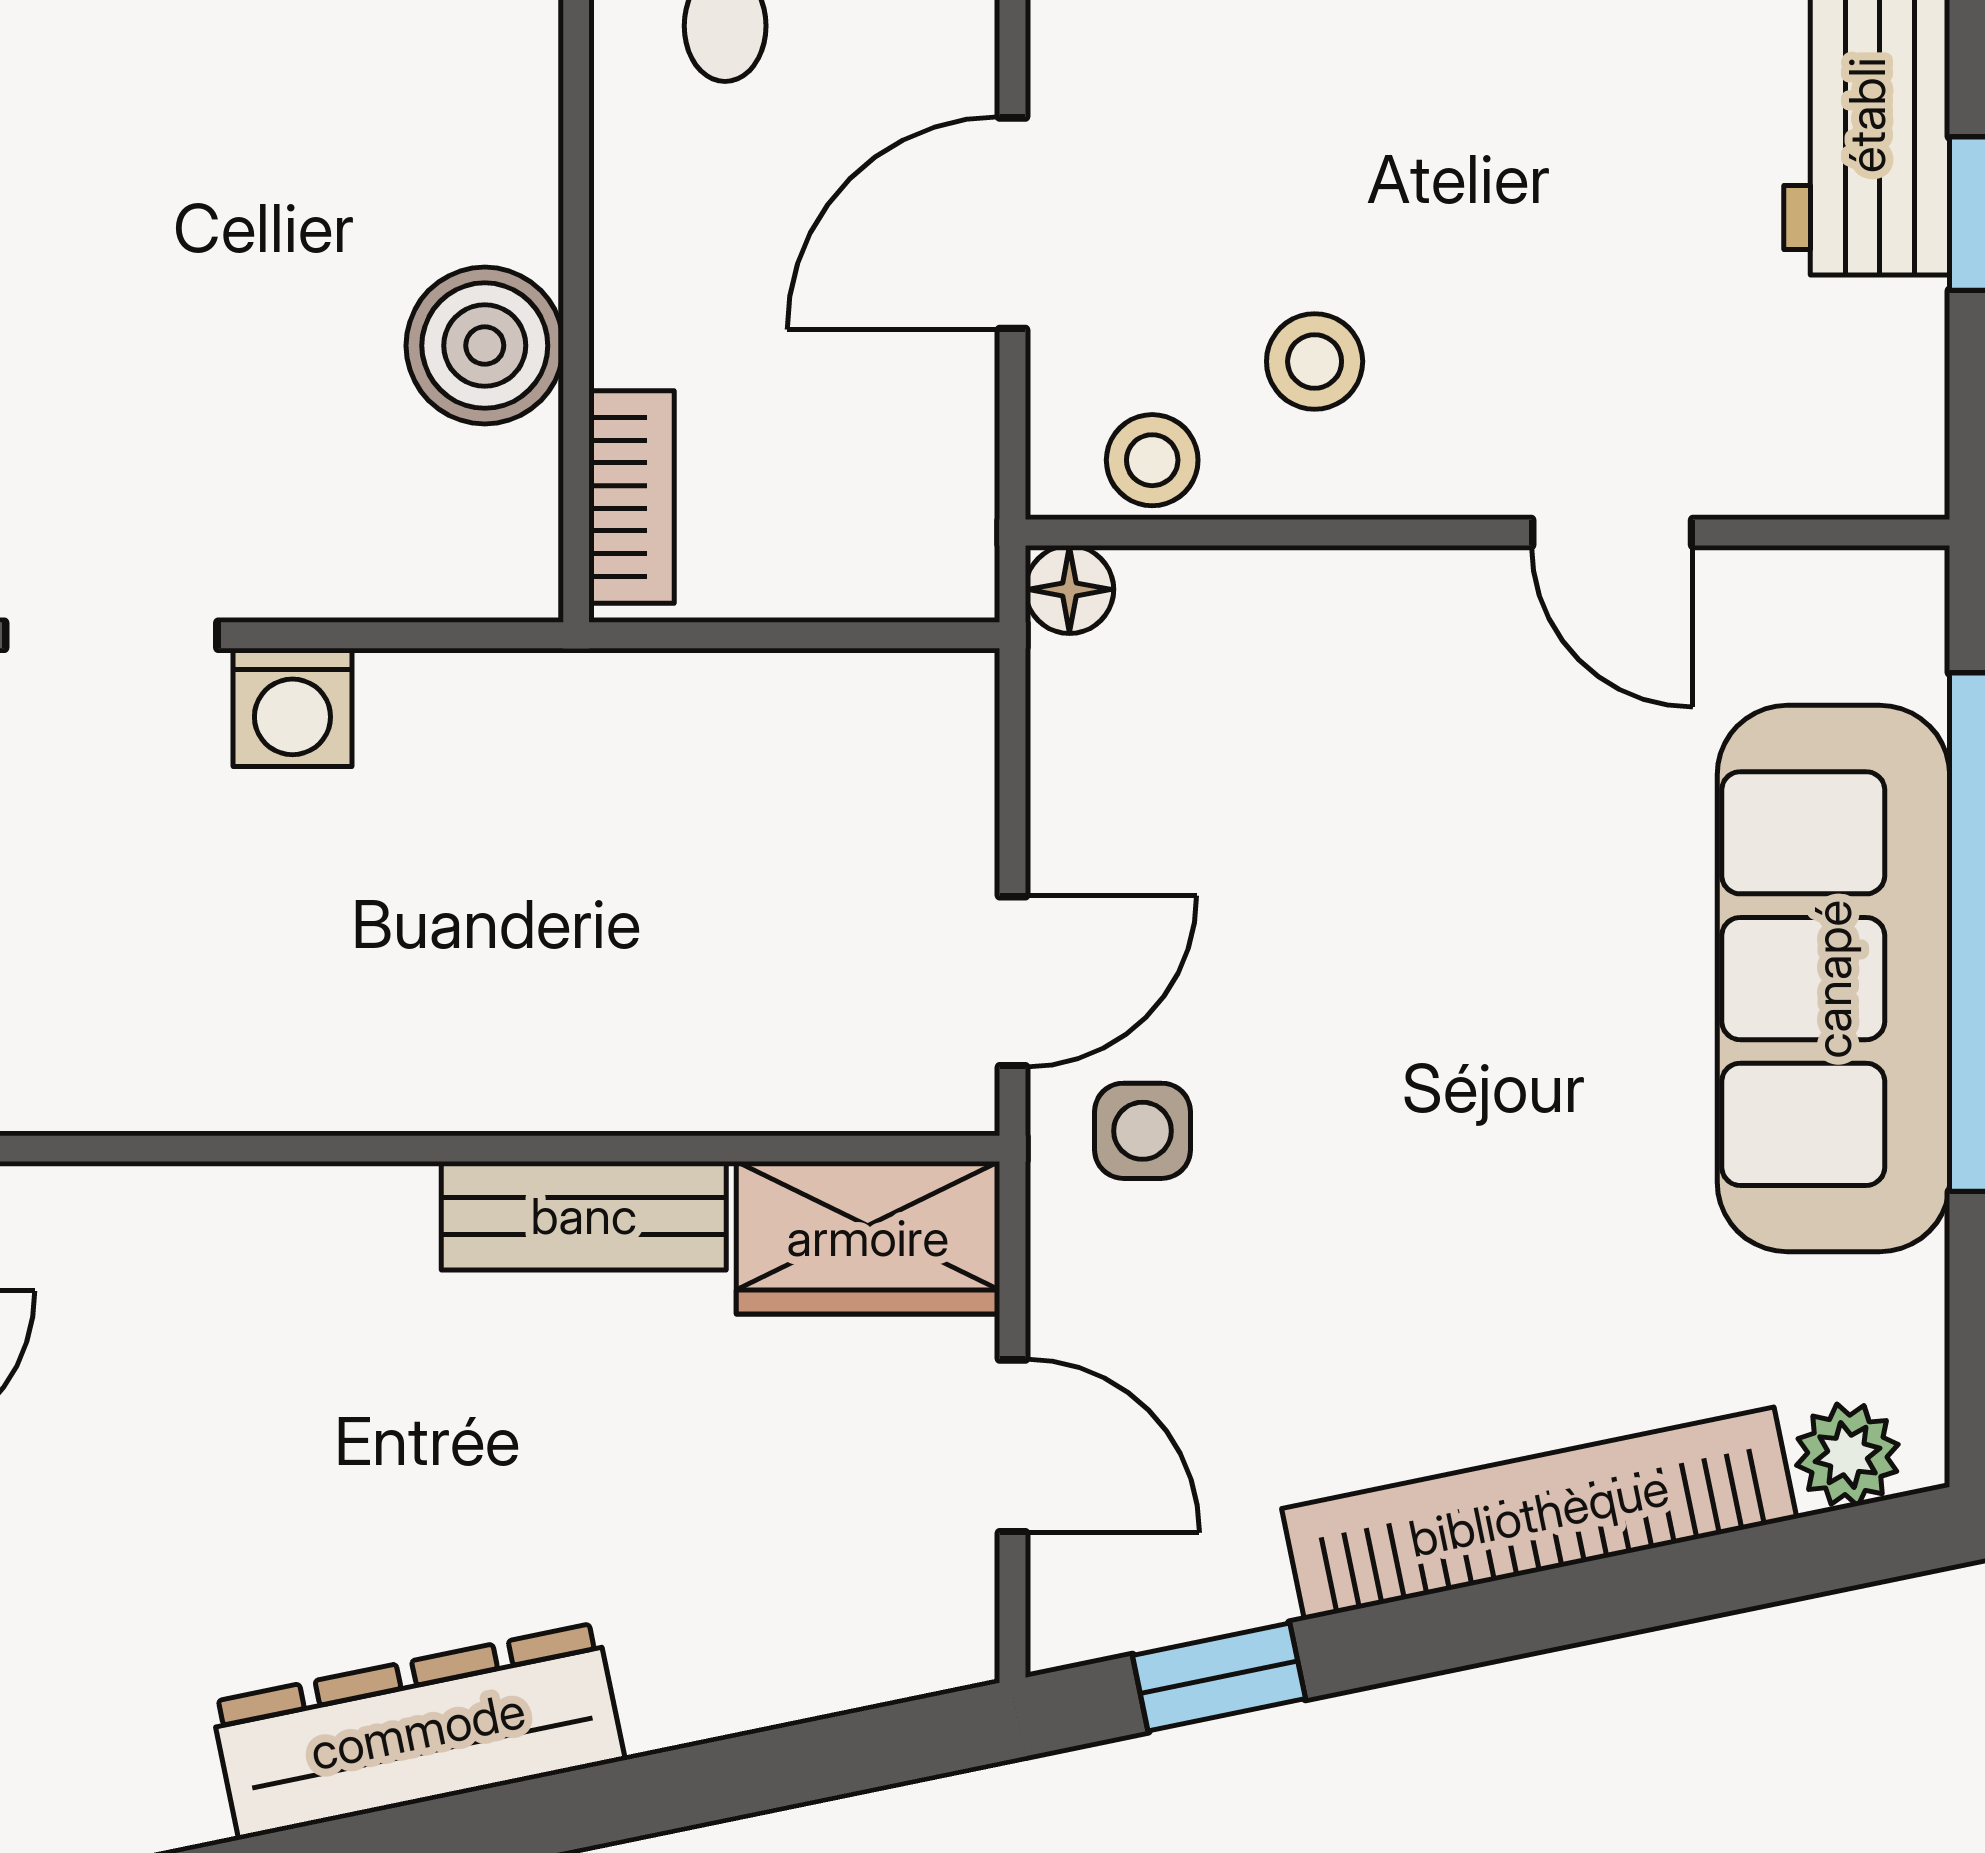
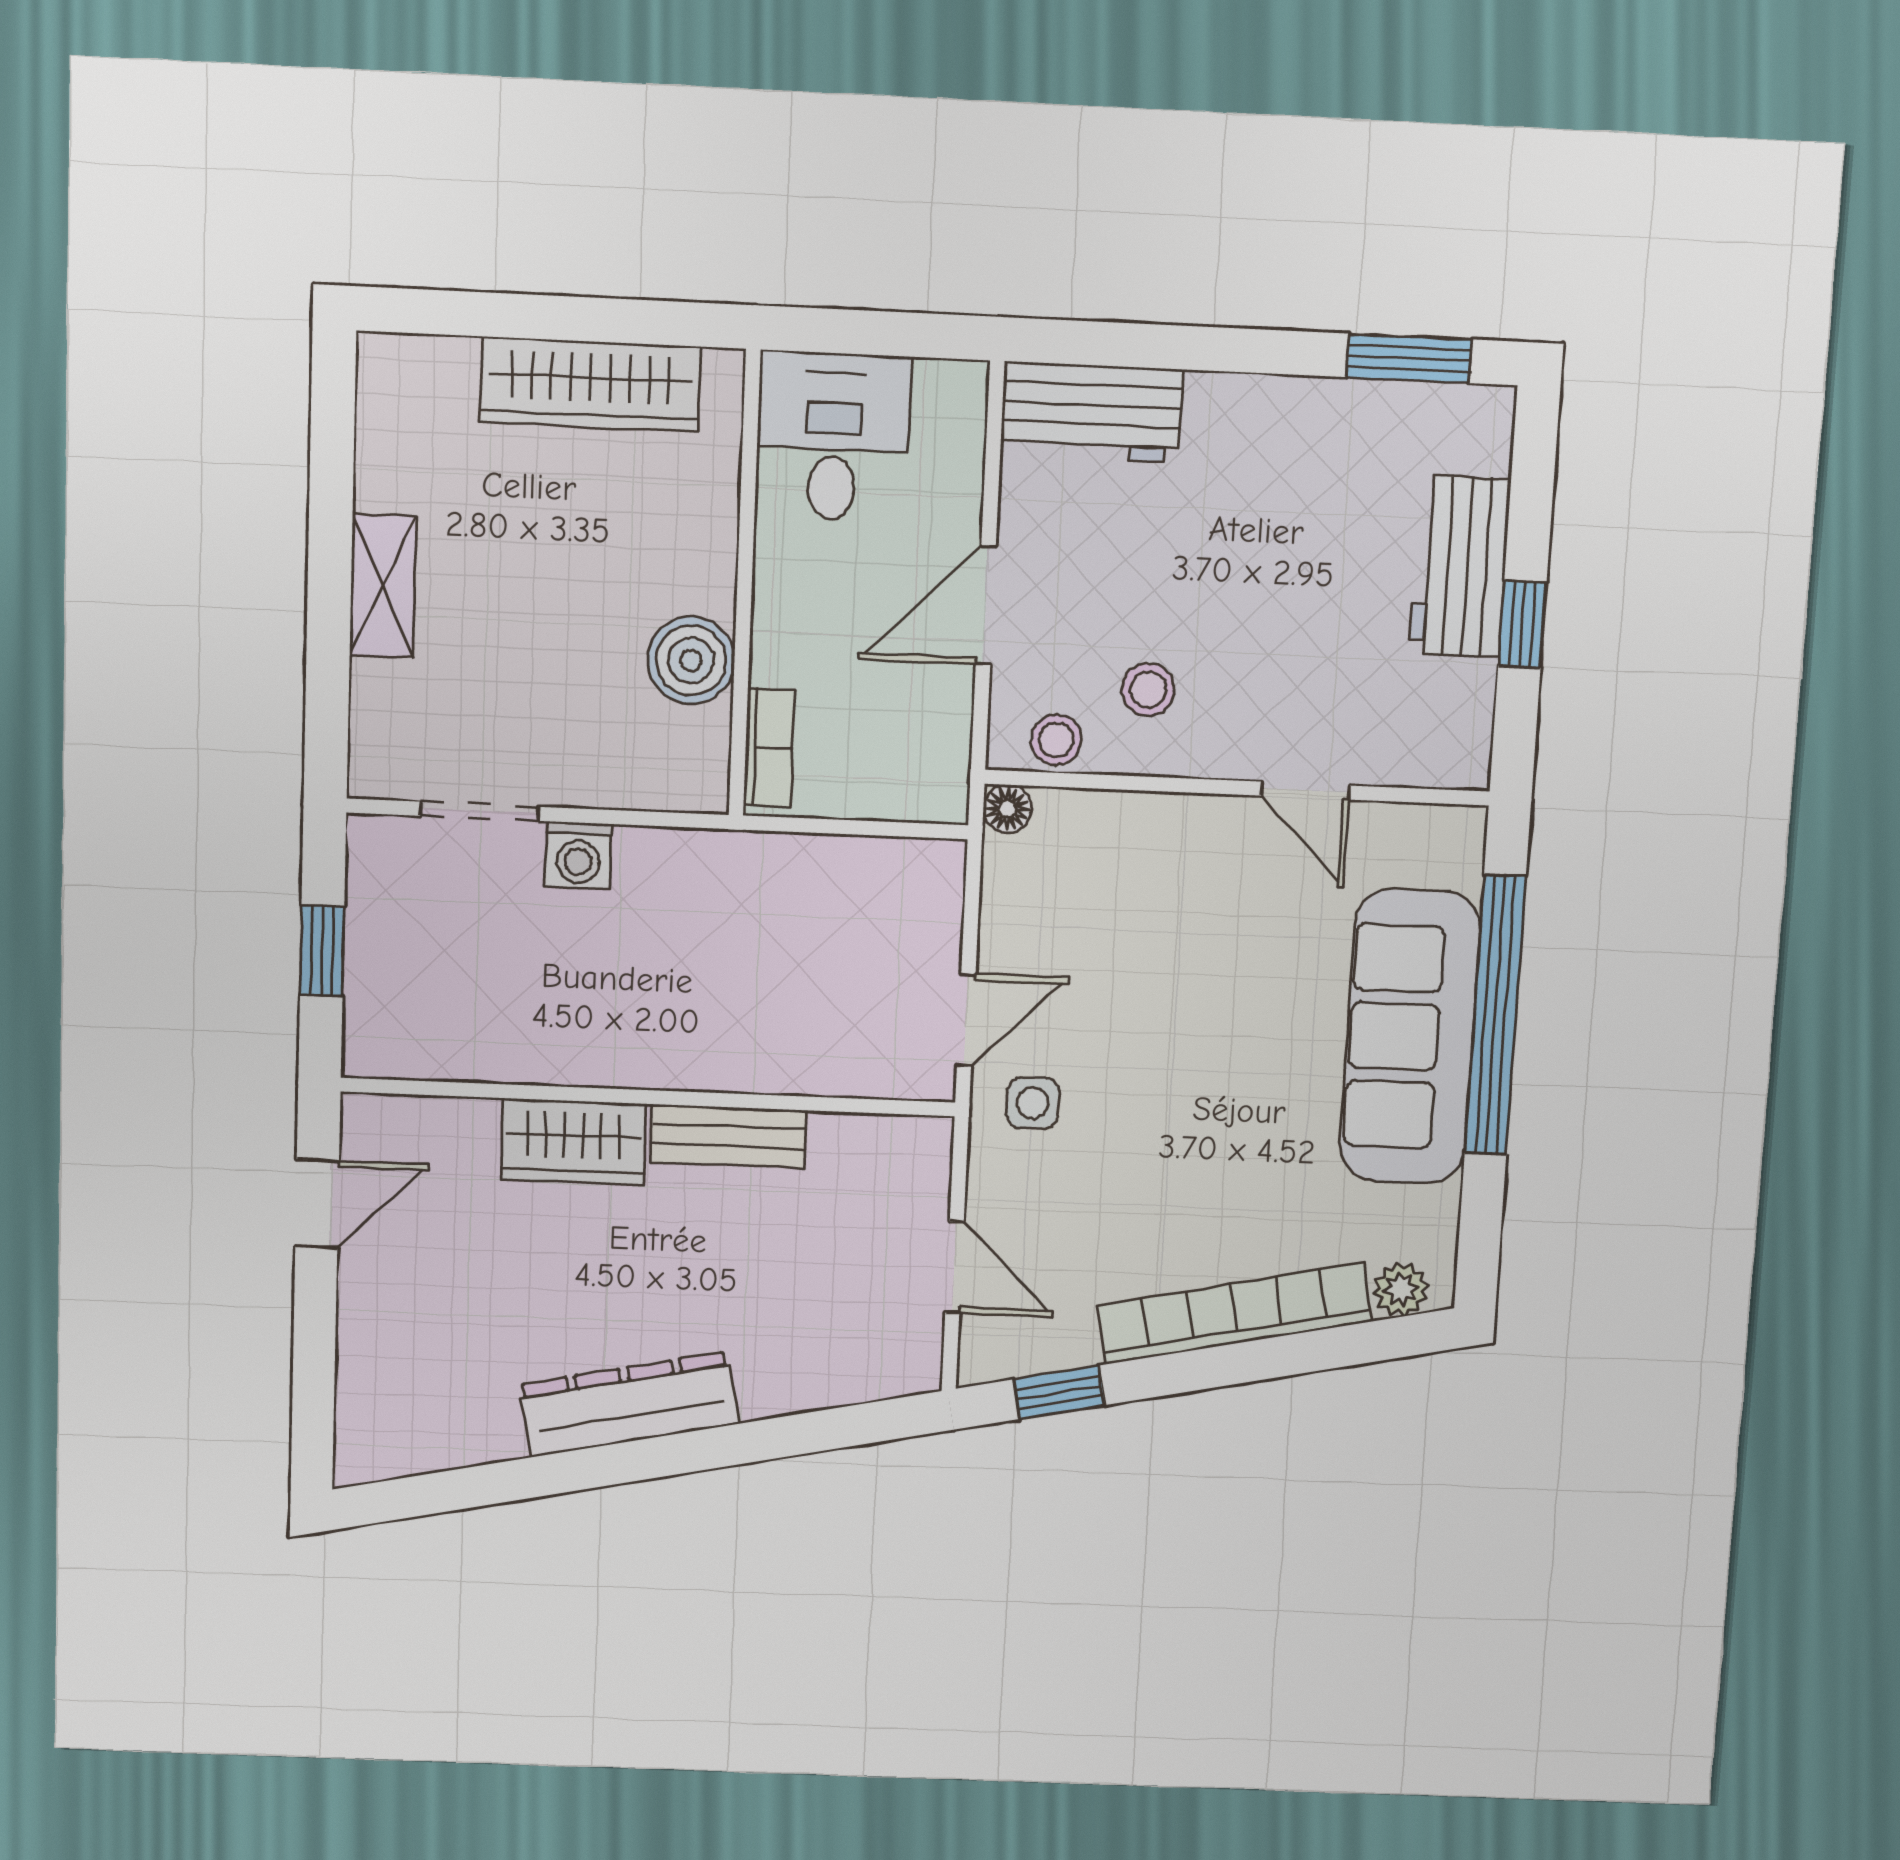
wardrobe: (868, 1238) -> (573, 1142), moved

